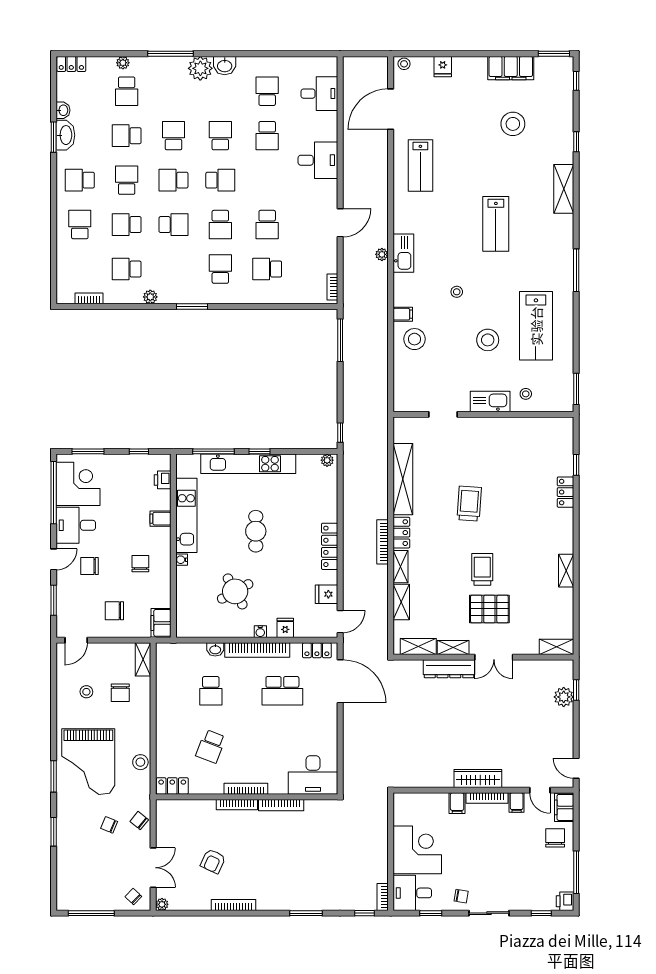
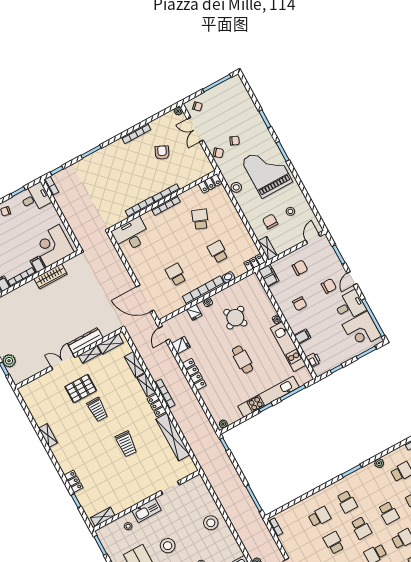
school desk: (173, 225) -> (389, 513), turned -90
school desk: (220, 225) -> (361, 528), turned 180
filing cabinet: (403, 314) -> (226, 534), removed
shelving: (556, 647) -> (103, 517), moved
locker: (317, 650) -> (254, 263), moved
school desk: (282, 691) -> (176, 275), width x0.54
wardrobe: (478, 778) -> (50, 276), moved
corner desk: (417, 850) -> (53, 246), moved, turned 90

